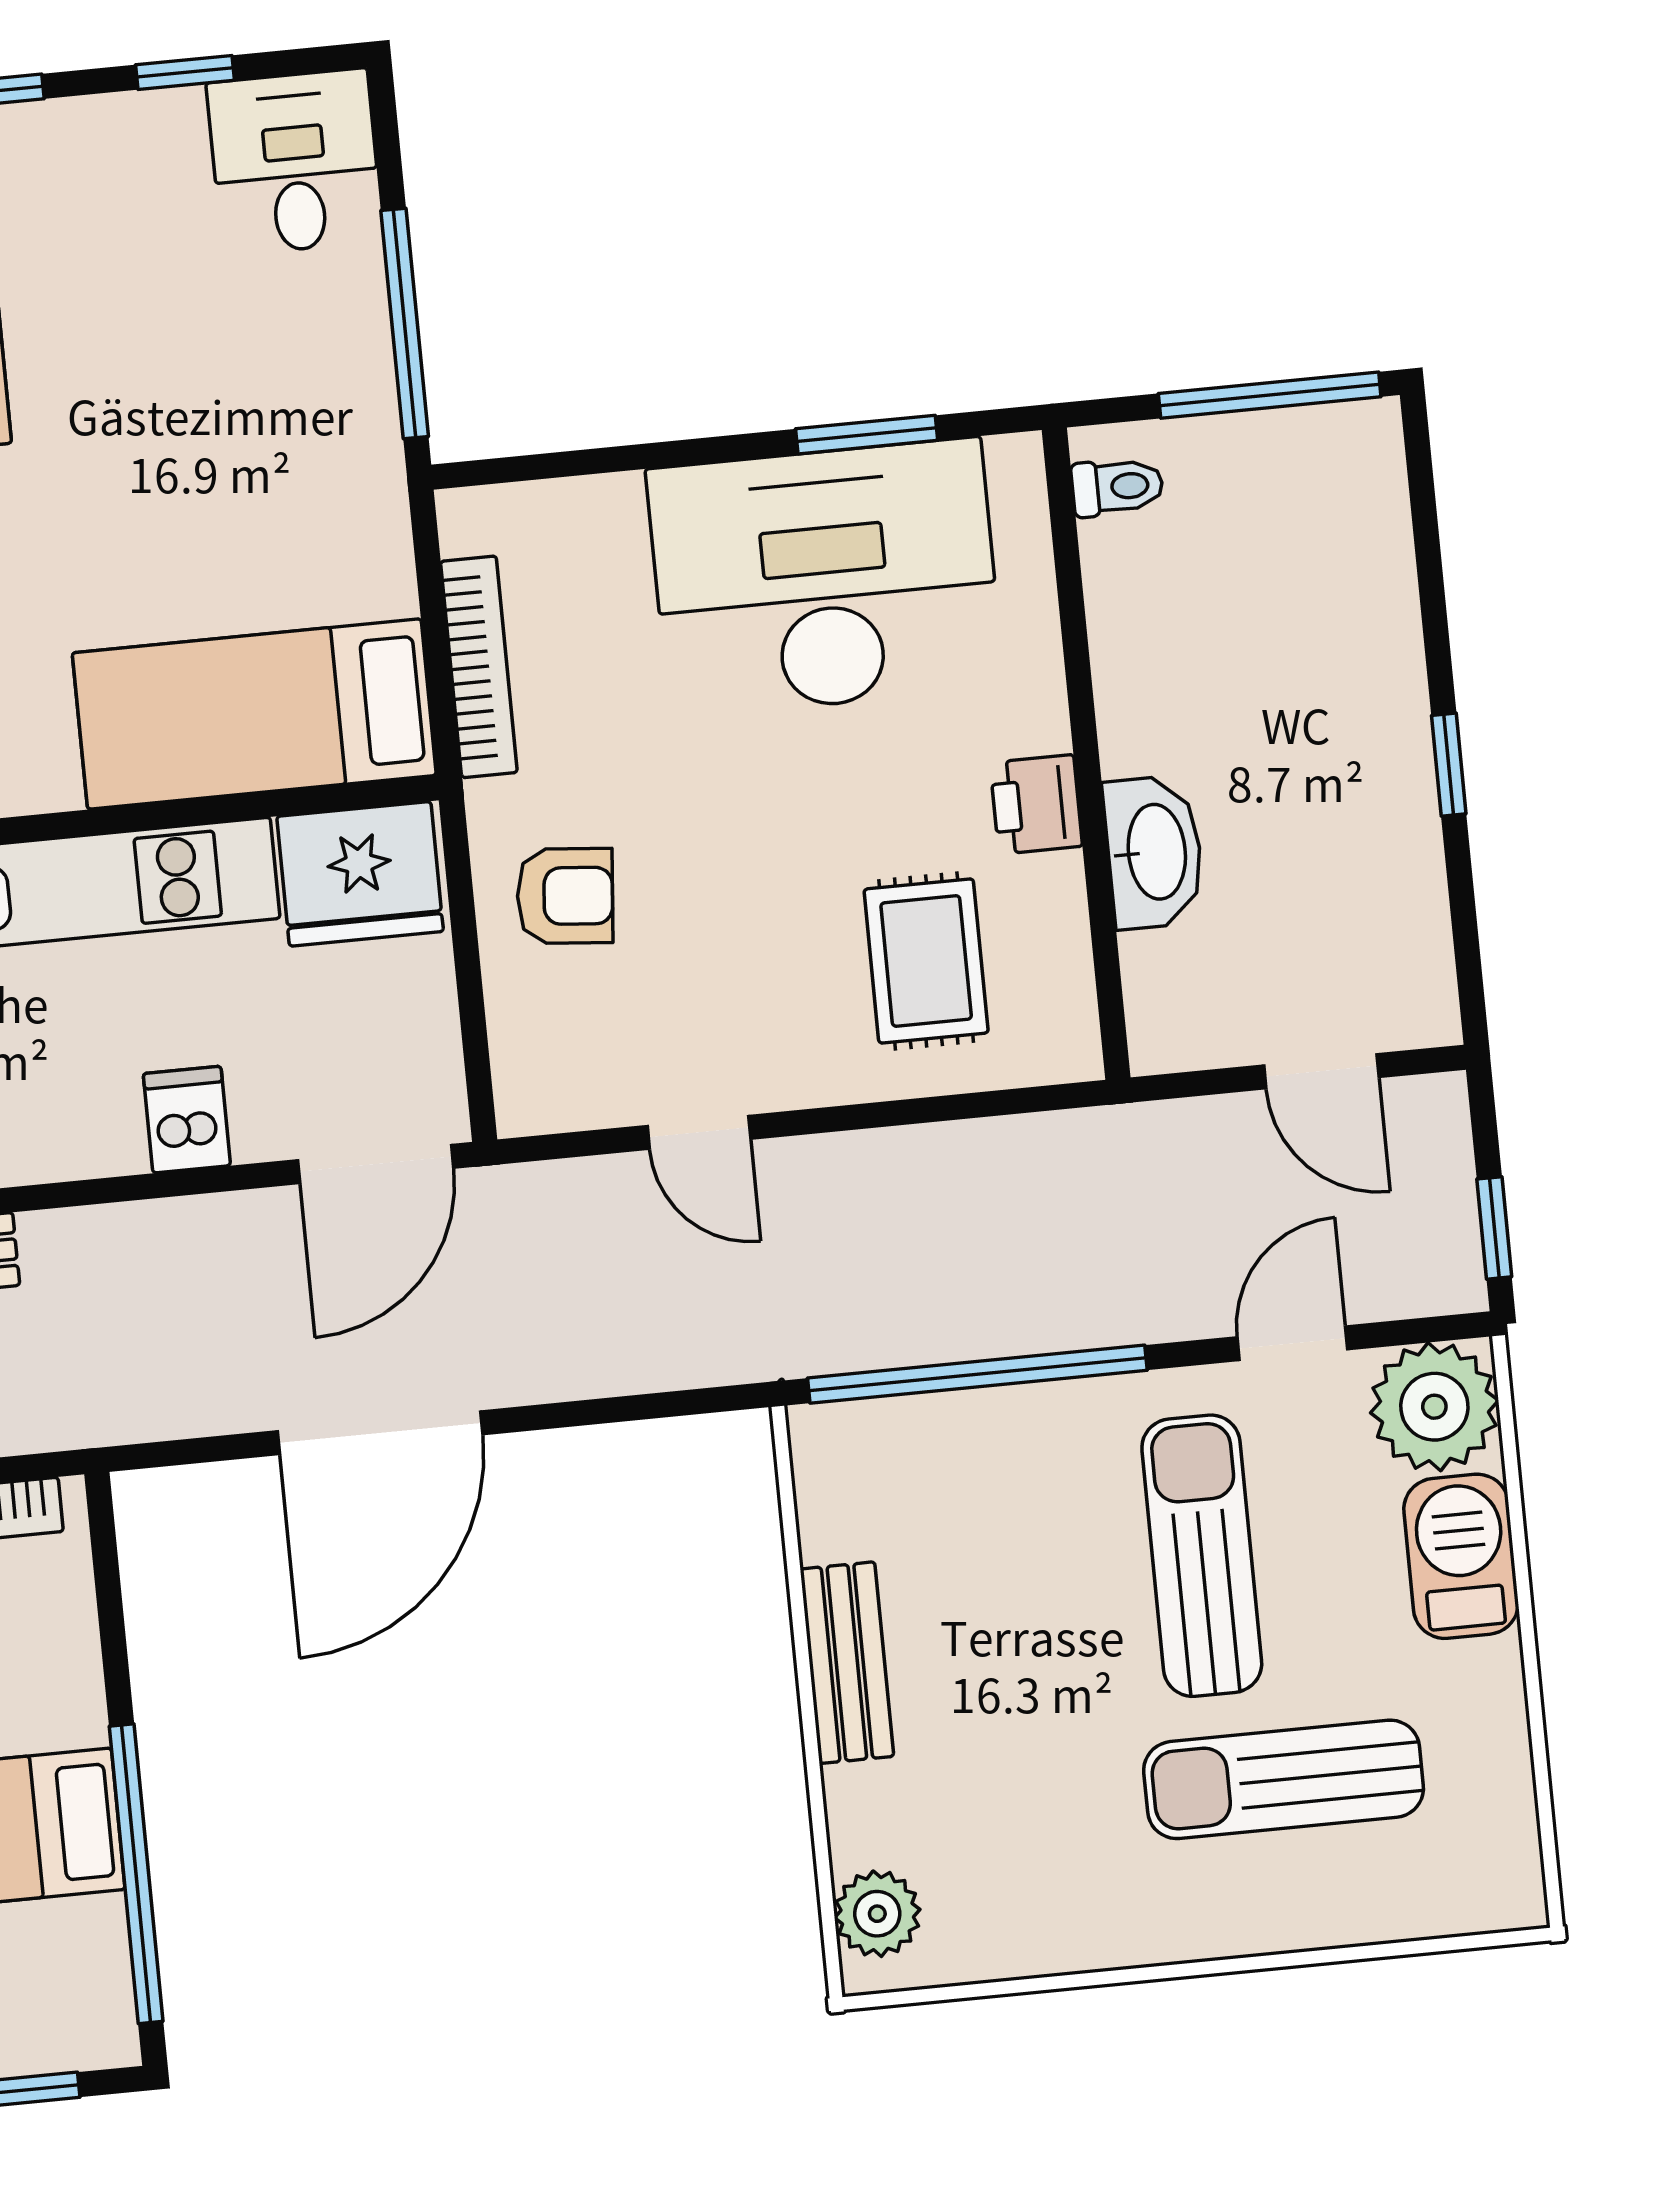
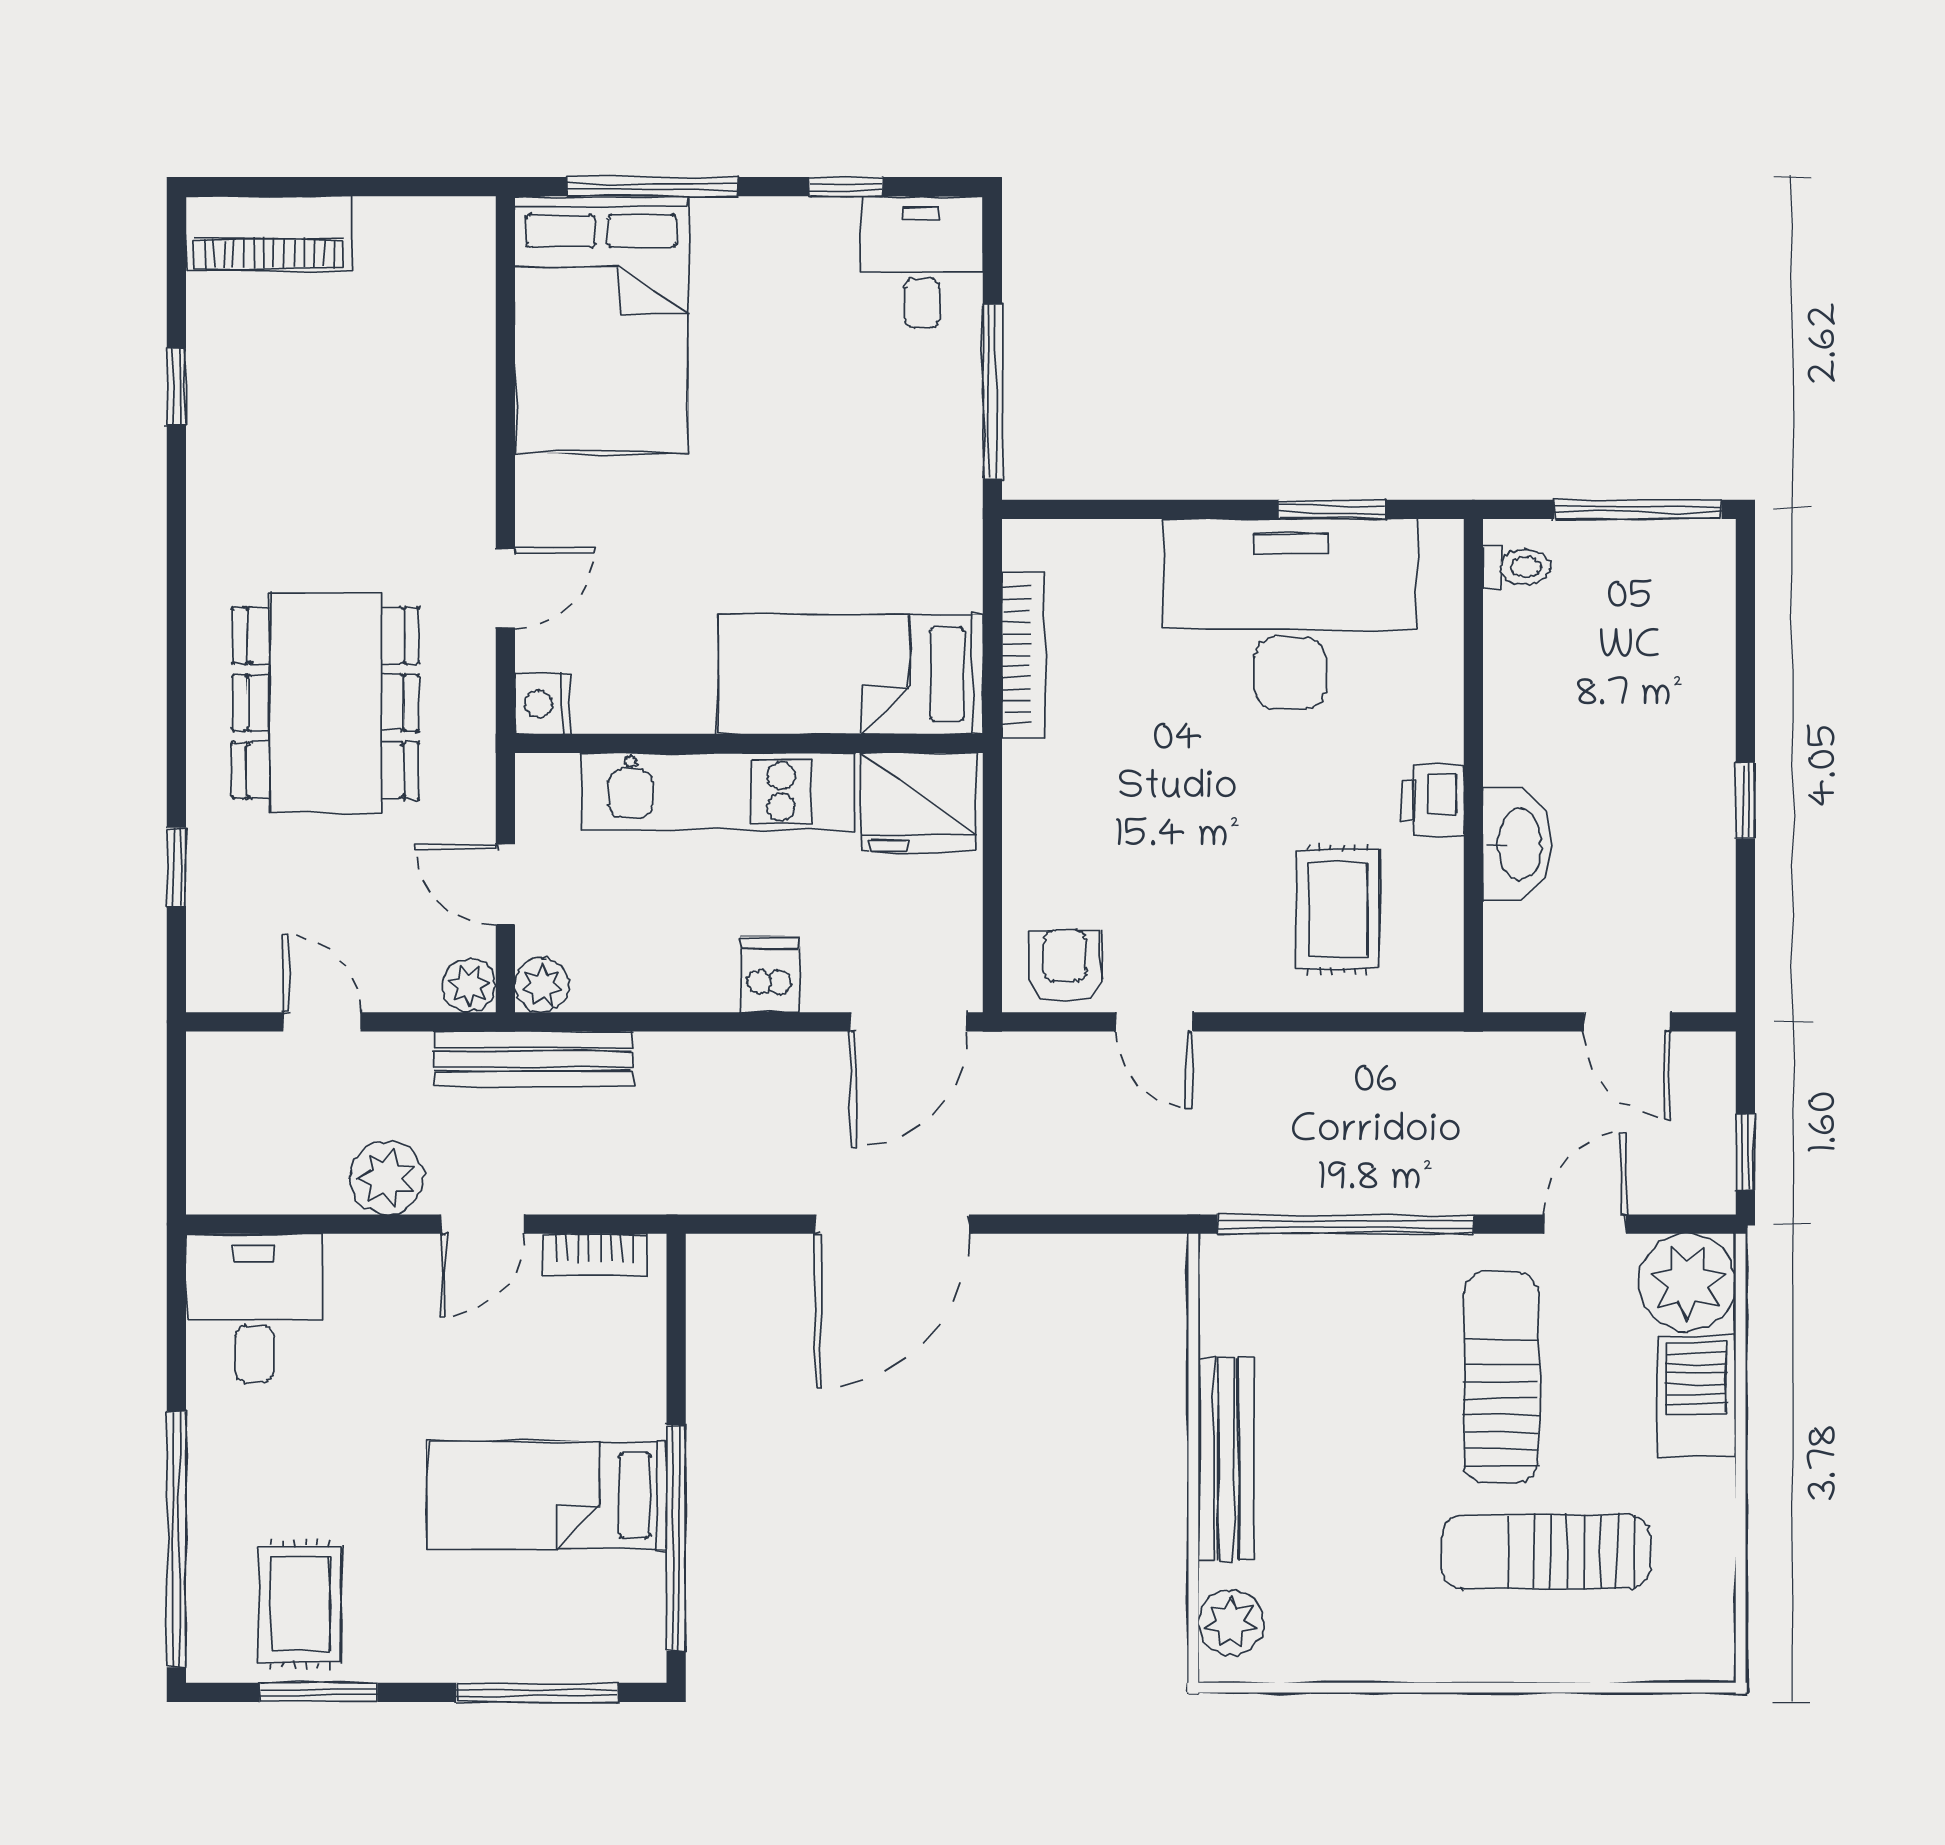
armchair: (565, 896) -> (1065, 966), moved, turned -95
bench: (847, 1663) -> (1226, 1459), width x1.36

